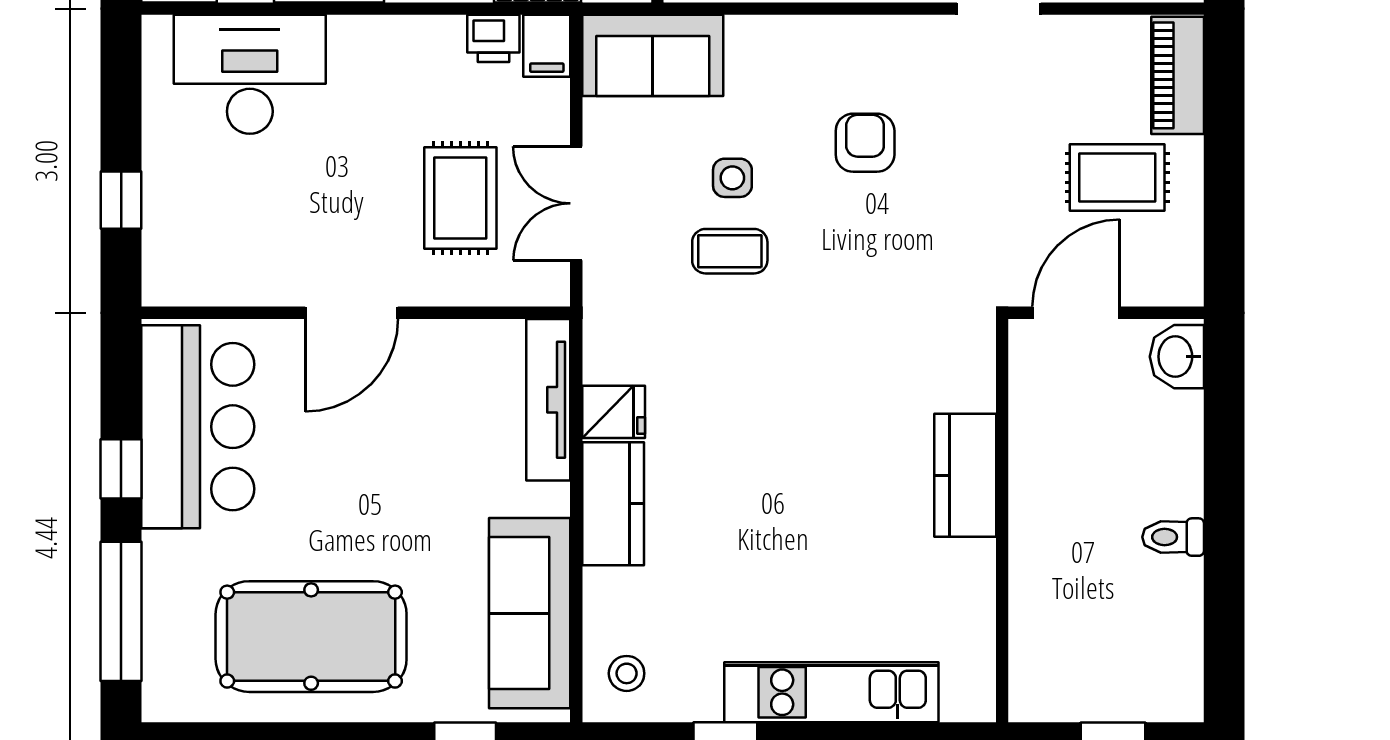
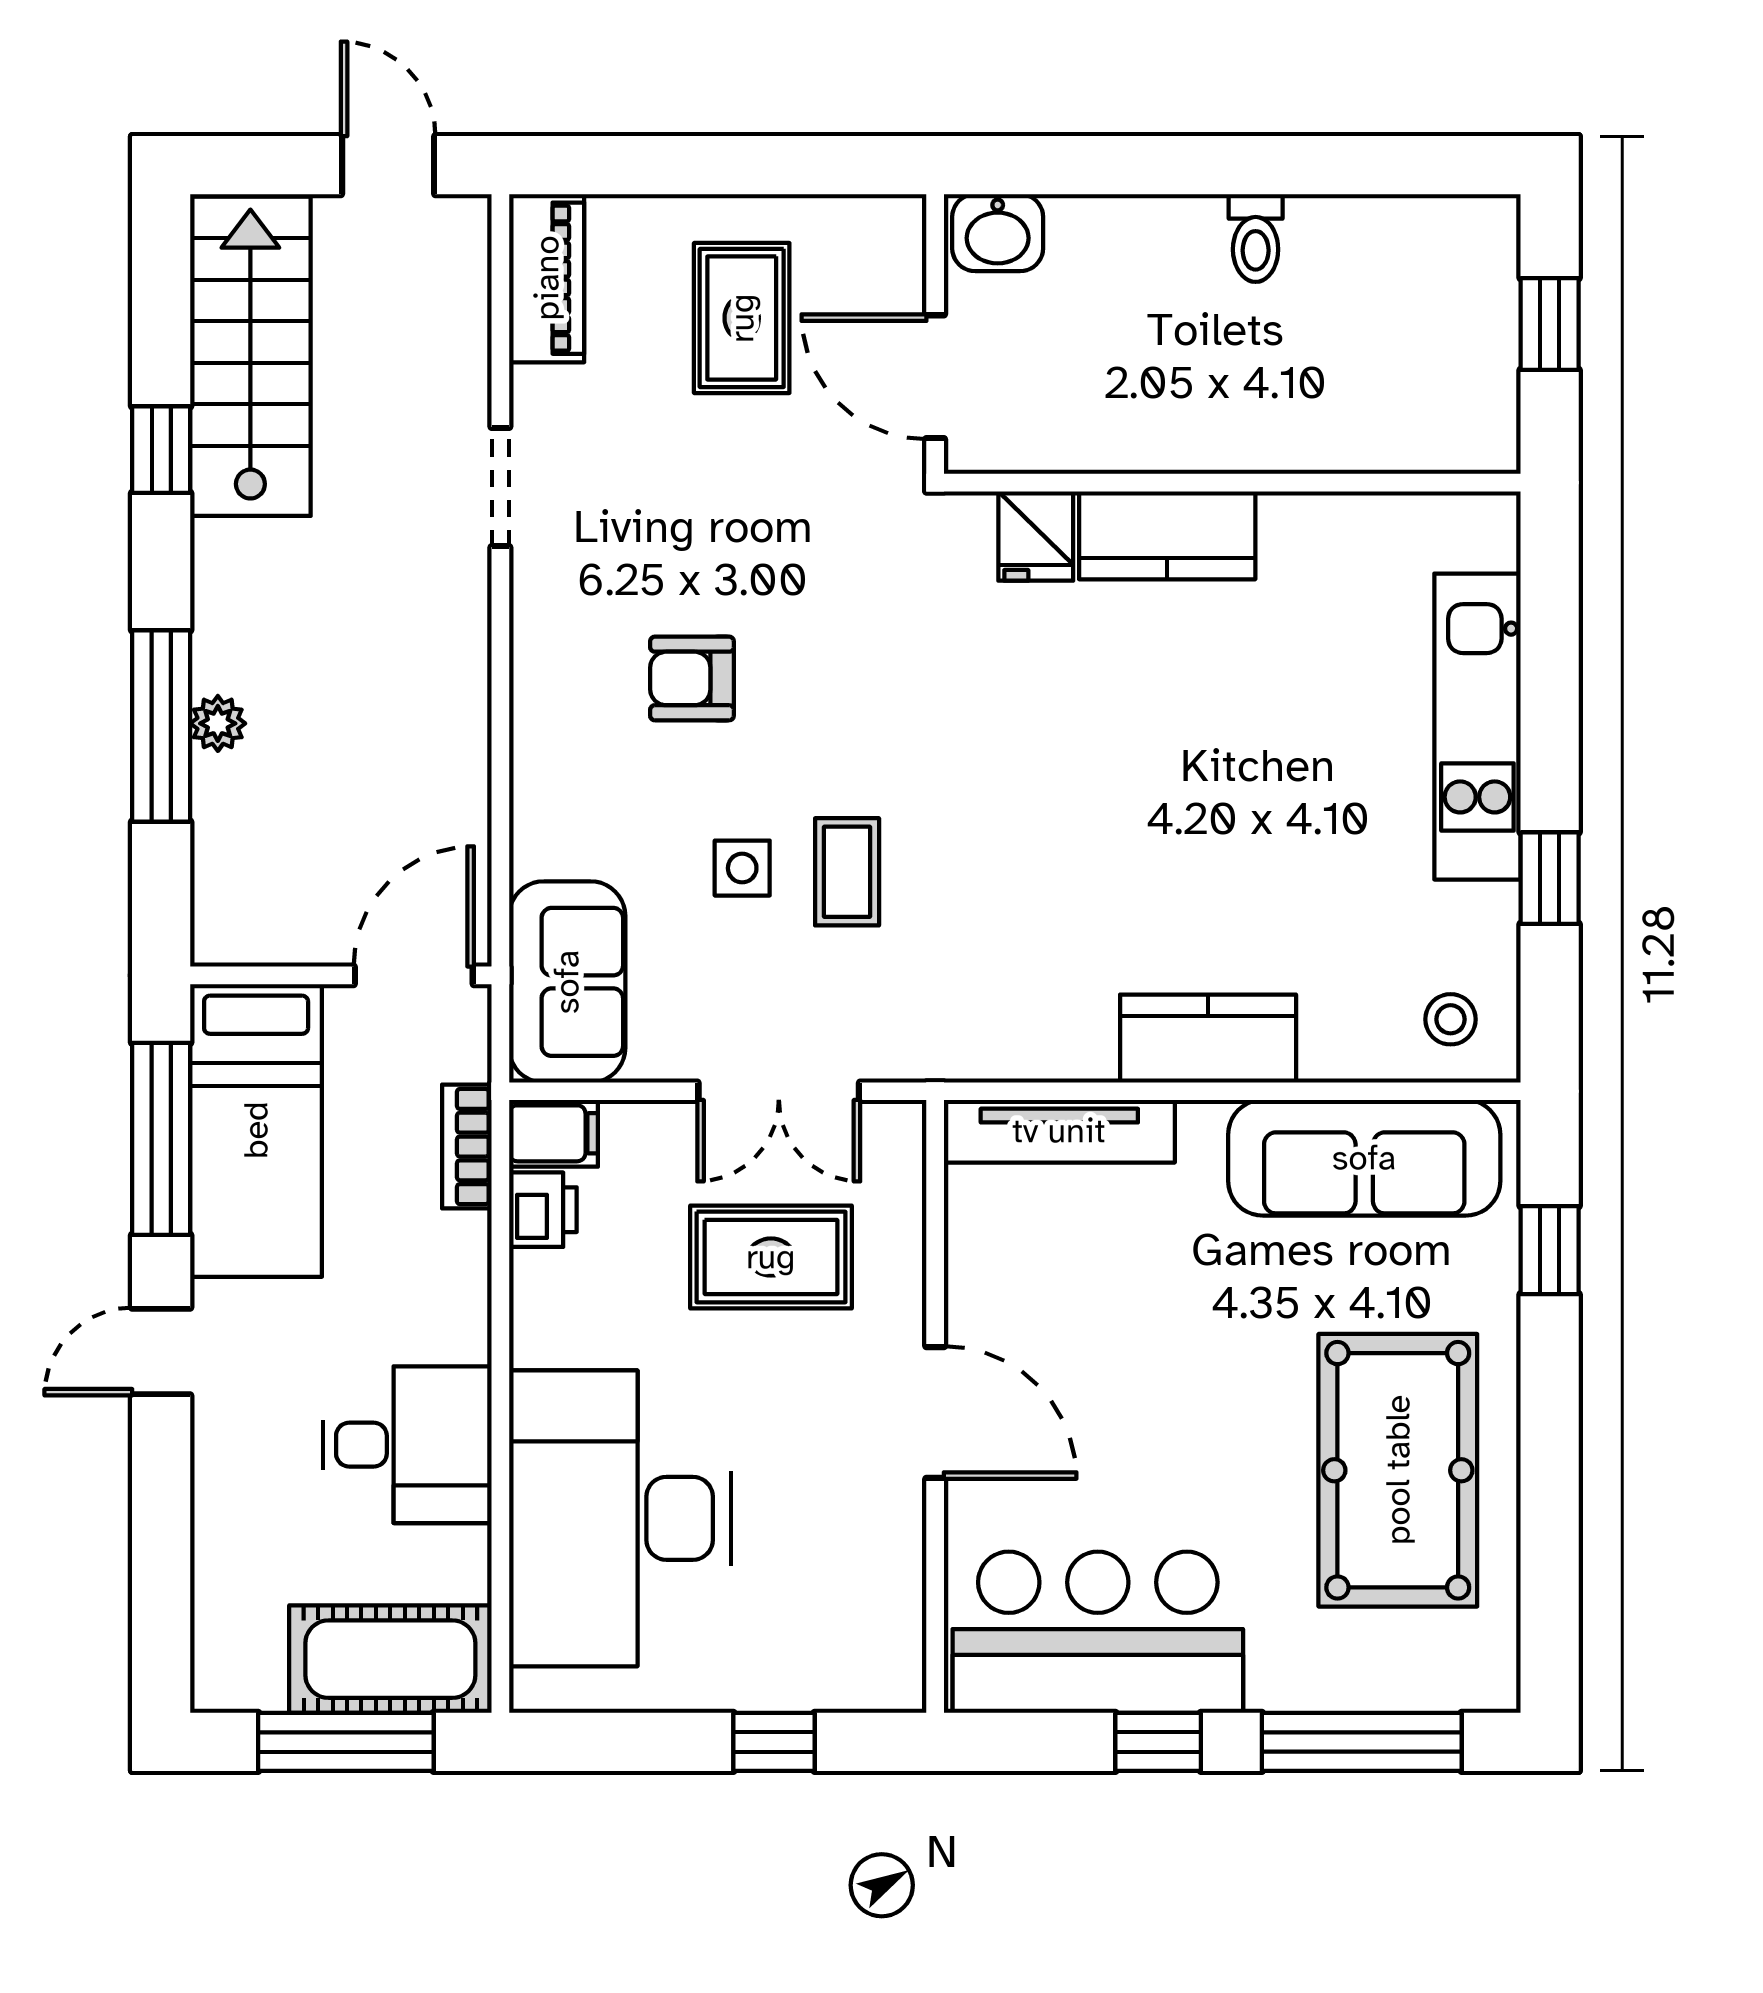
desk: (250, 74) -> (620, 1518), width x1.36, depth x1.30
piano: (1178, 75) -> (547, 278), moved, turned -90
fridge: (614, 412) -> (1036, 536), moved, turned 180

